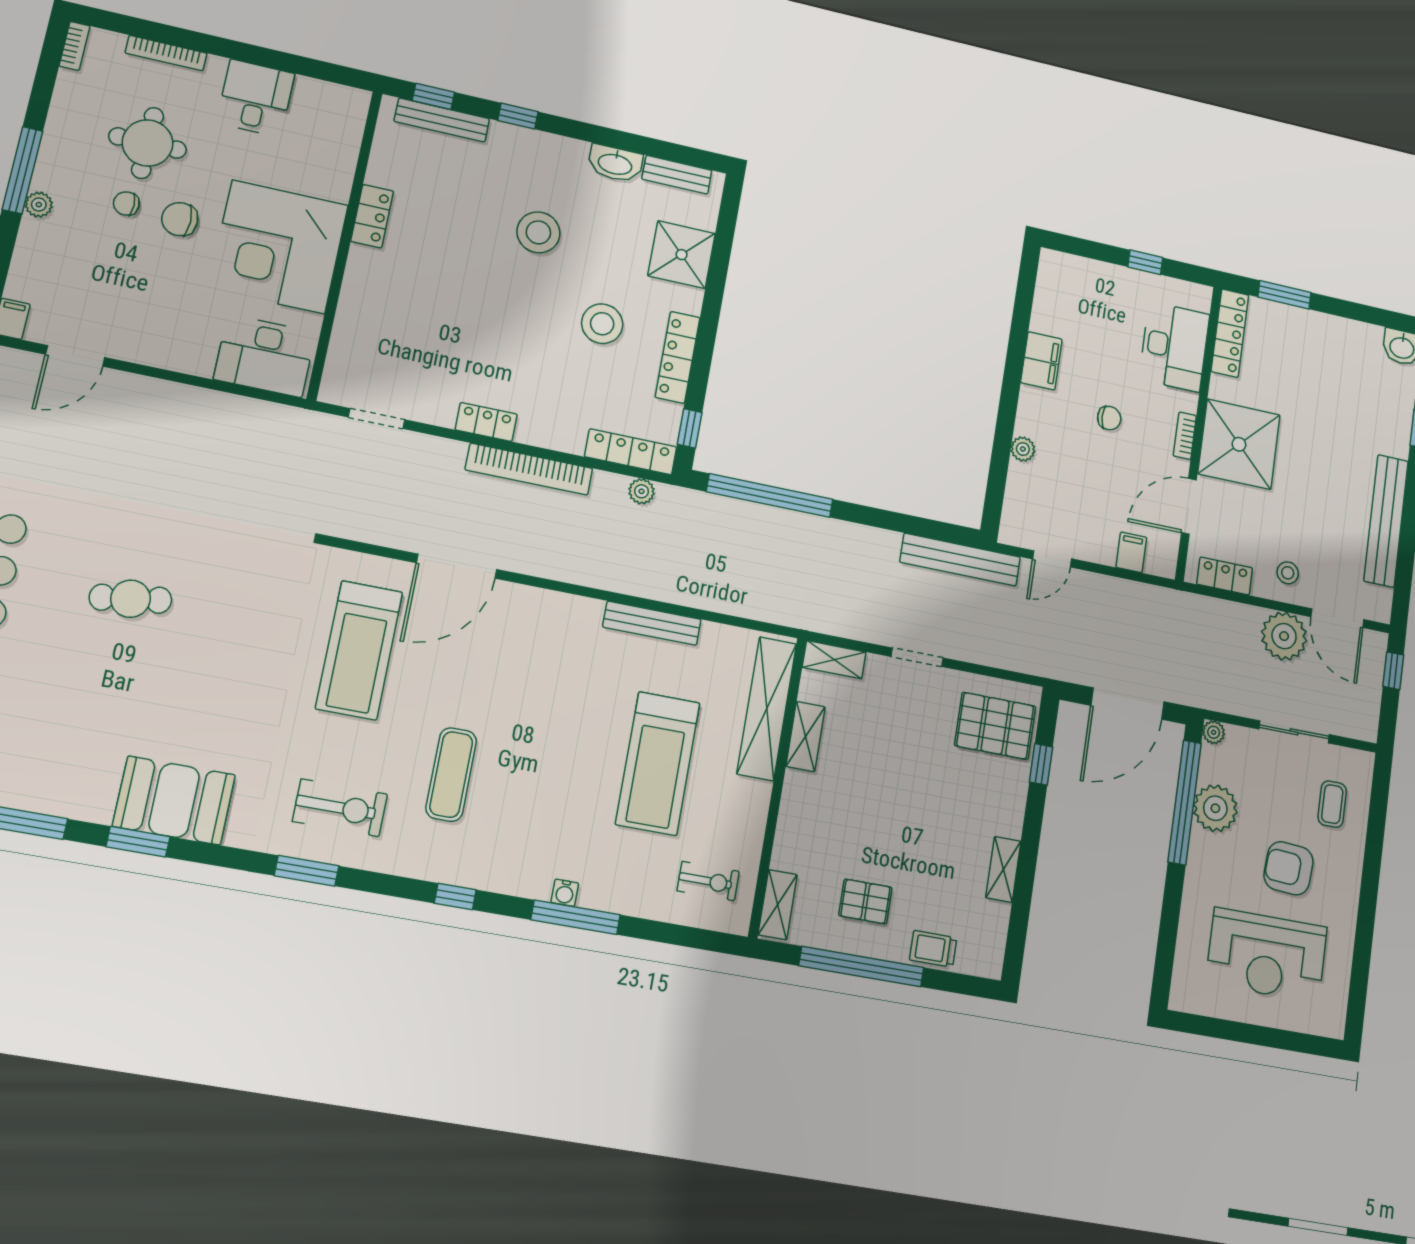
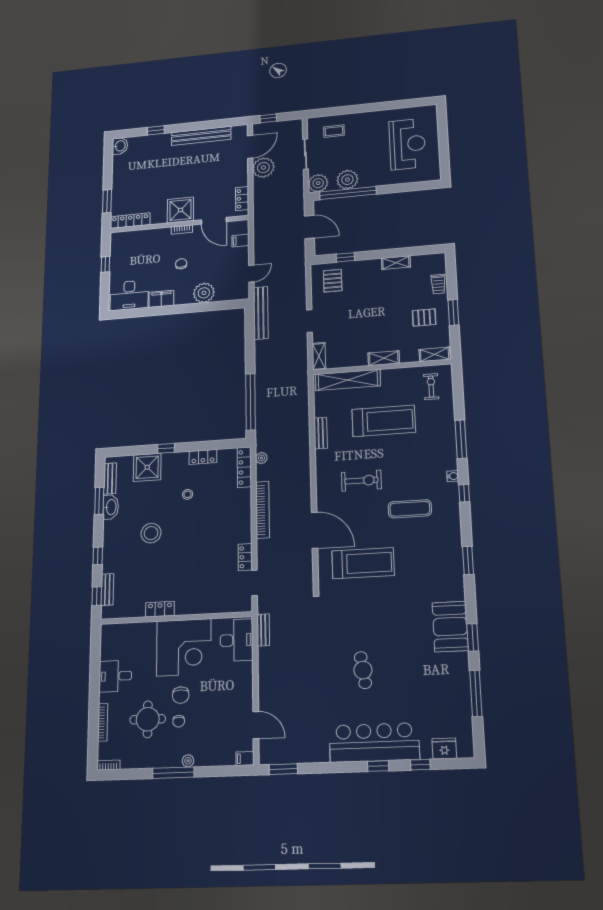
bench: (442, 120) -> (107, 589), width x0.73
window: (635, 143) -> (99, 501), added
stool: (602, 324) -> (188, 494), width x0.53, depth x0.53
desk: (1174, 347) -> (129, 295), moved, turned 180
locker: (678, 357) -> (203, 457), width x0.66
bench: (271, 414) -> (263, 630), added
locker: (486, 422) -> (245, 557), moved
window: (690, 428) -> (166, 448), moved
shower: (1239, 444) -> (180, 210), width x0.73, depth x0.73
plant: (1023, 449) -> (204, 293), width x1.87, depth x1.87
door: (1052, 559) -> (251, 274), hinge flipped
stool: (1288, 573) -> (234, 172), removed
bench: (652, 623) -> (321, 433), width x0.73
door: (1127, 704) -> (309, 227), width x0.73
pallet: (995, 726) -> (333, 281), width x0.67, depth x0.71
plant: (1214, 732) -> (318, 183), width x1.87, depth x1.87
shelving: (806, 737) -> (384, 358), moved
exercise bike: (340, 808) -> (361, 481), moved, turned 90
armchair: (1289, 868) -> (367, 143), removed
water cooler: (565, 893) -> (453, 476), moved
pallet: (865, 901) -> (424, 318), turned 90
window: (861, 967) -> (453, 312), width x0.47

